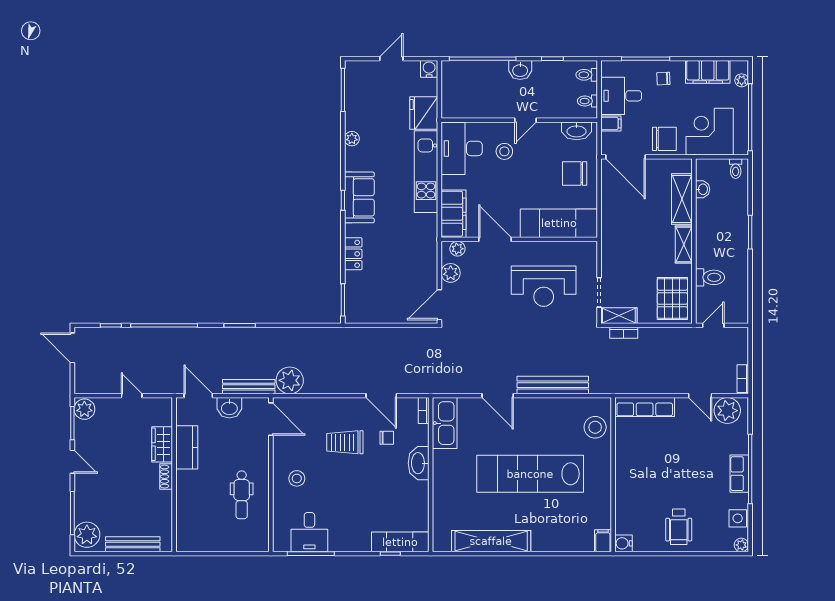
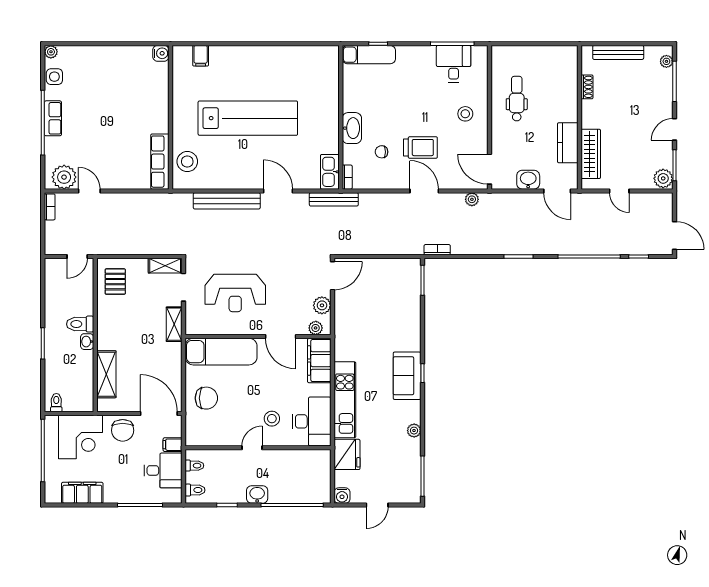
chair: (663, 79) -> (124, 487), removed
plant: (742, 80) -> (51, 485), removed
washbasin: (577, 131) -> (205, 438), removed
chair: (664, 139) -> (123, 430), turned -90
washbasin: (703, 189) -> (87, 342), moved
shelving: (684, 245) -> (174, 324), moved
locker: (353, 254) -> (413, 323), removed
toilet: (710, 277) -> (80, 324), moved
reception desk: (544, 286) -> (235, 293), turned 180
pallet: (672, 298) -> (115, 282), width x0.67, depth x0.71
bookcase: (624, 333) -> (437, 250), moved
plant: (290, 380) -> (472, 199), width x0.53, depth x0.53
bench: (249, 387) -> (334, 199), moved
door: (381, 396) -> (424, 191), moved
row of seats: (645, 407) -> (160, 162), moved, turned -90
kitchen sink: (445, 423) -> (330, 172), width x0.73, depth x0.81
wardrobe: (162, 444) -> (591, 154), width x1.50
door: (72, 462) -> (674, 129), hinge flipped
shoe rack: (166, 477) -> (587, 87), moved
wheelchair: (679, 527) -> (109, 69), removed
plant: (87, 535) -> (666, 61), width x0.53, depth x0.53
shelving: (491, 541) -> (284, 55), removed
filing cabinet: (603, 541) -> (201, 56), moved

